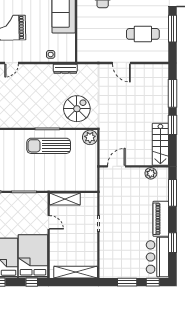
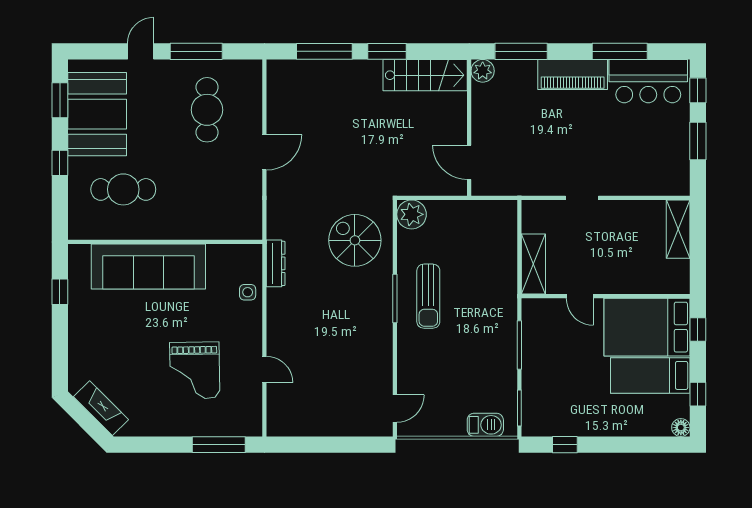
sun lounger: (49, 146) -> (428, 296), width x0.73, depth x0.75
plant: (151, 173) -> (483, 71), moved
door: (49, 222) -> (580, 296), swing flipped
window: (172, 243) -> (620, 51), width x1.44
shelving: (76, 272) -> (678, 229), width x0.68

